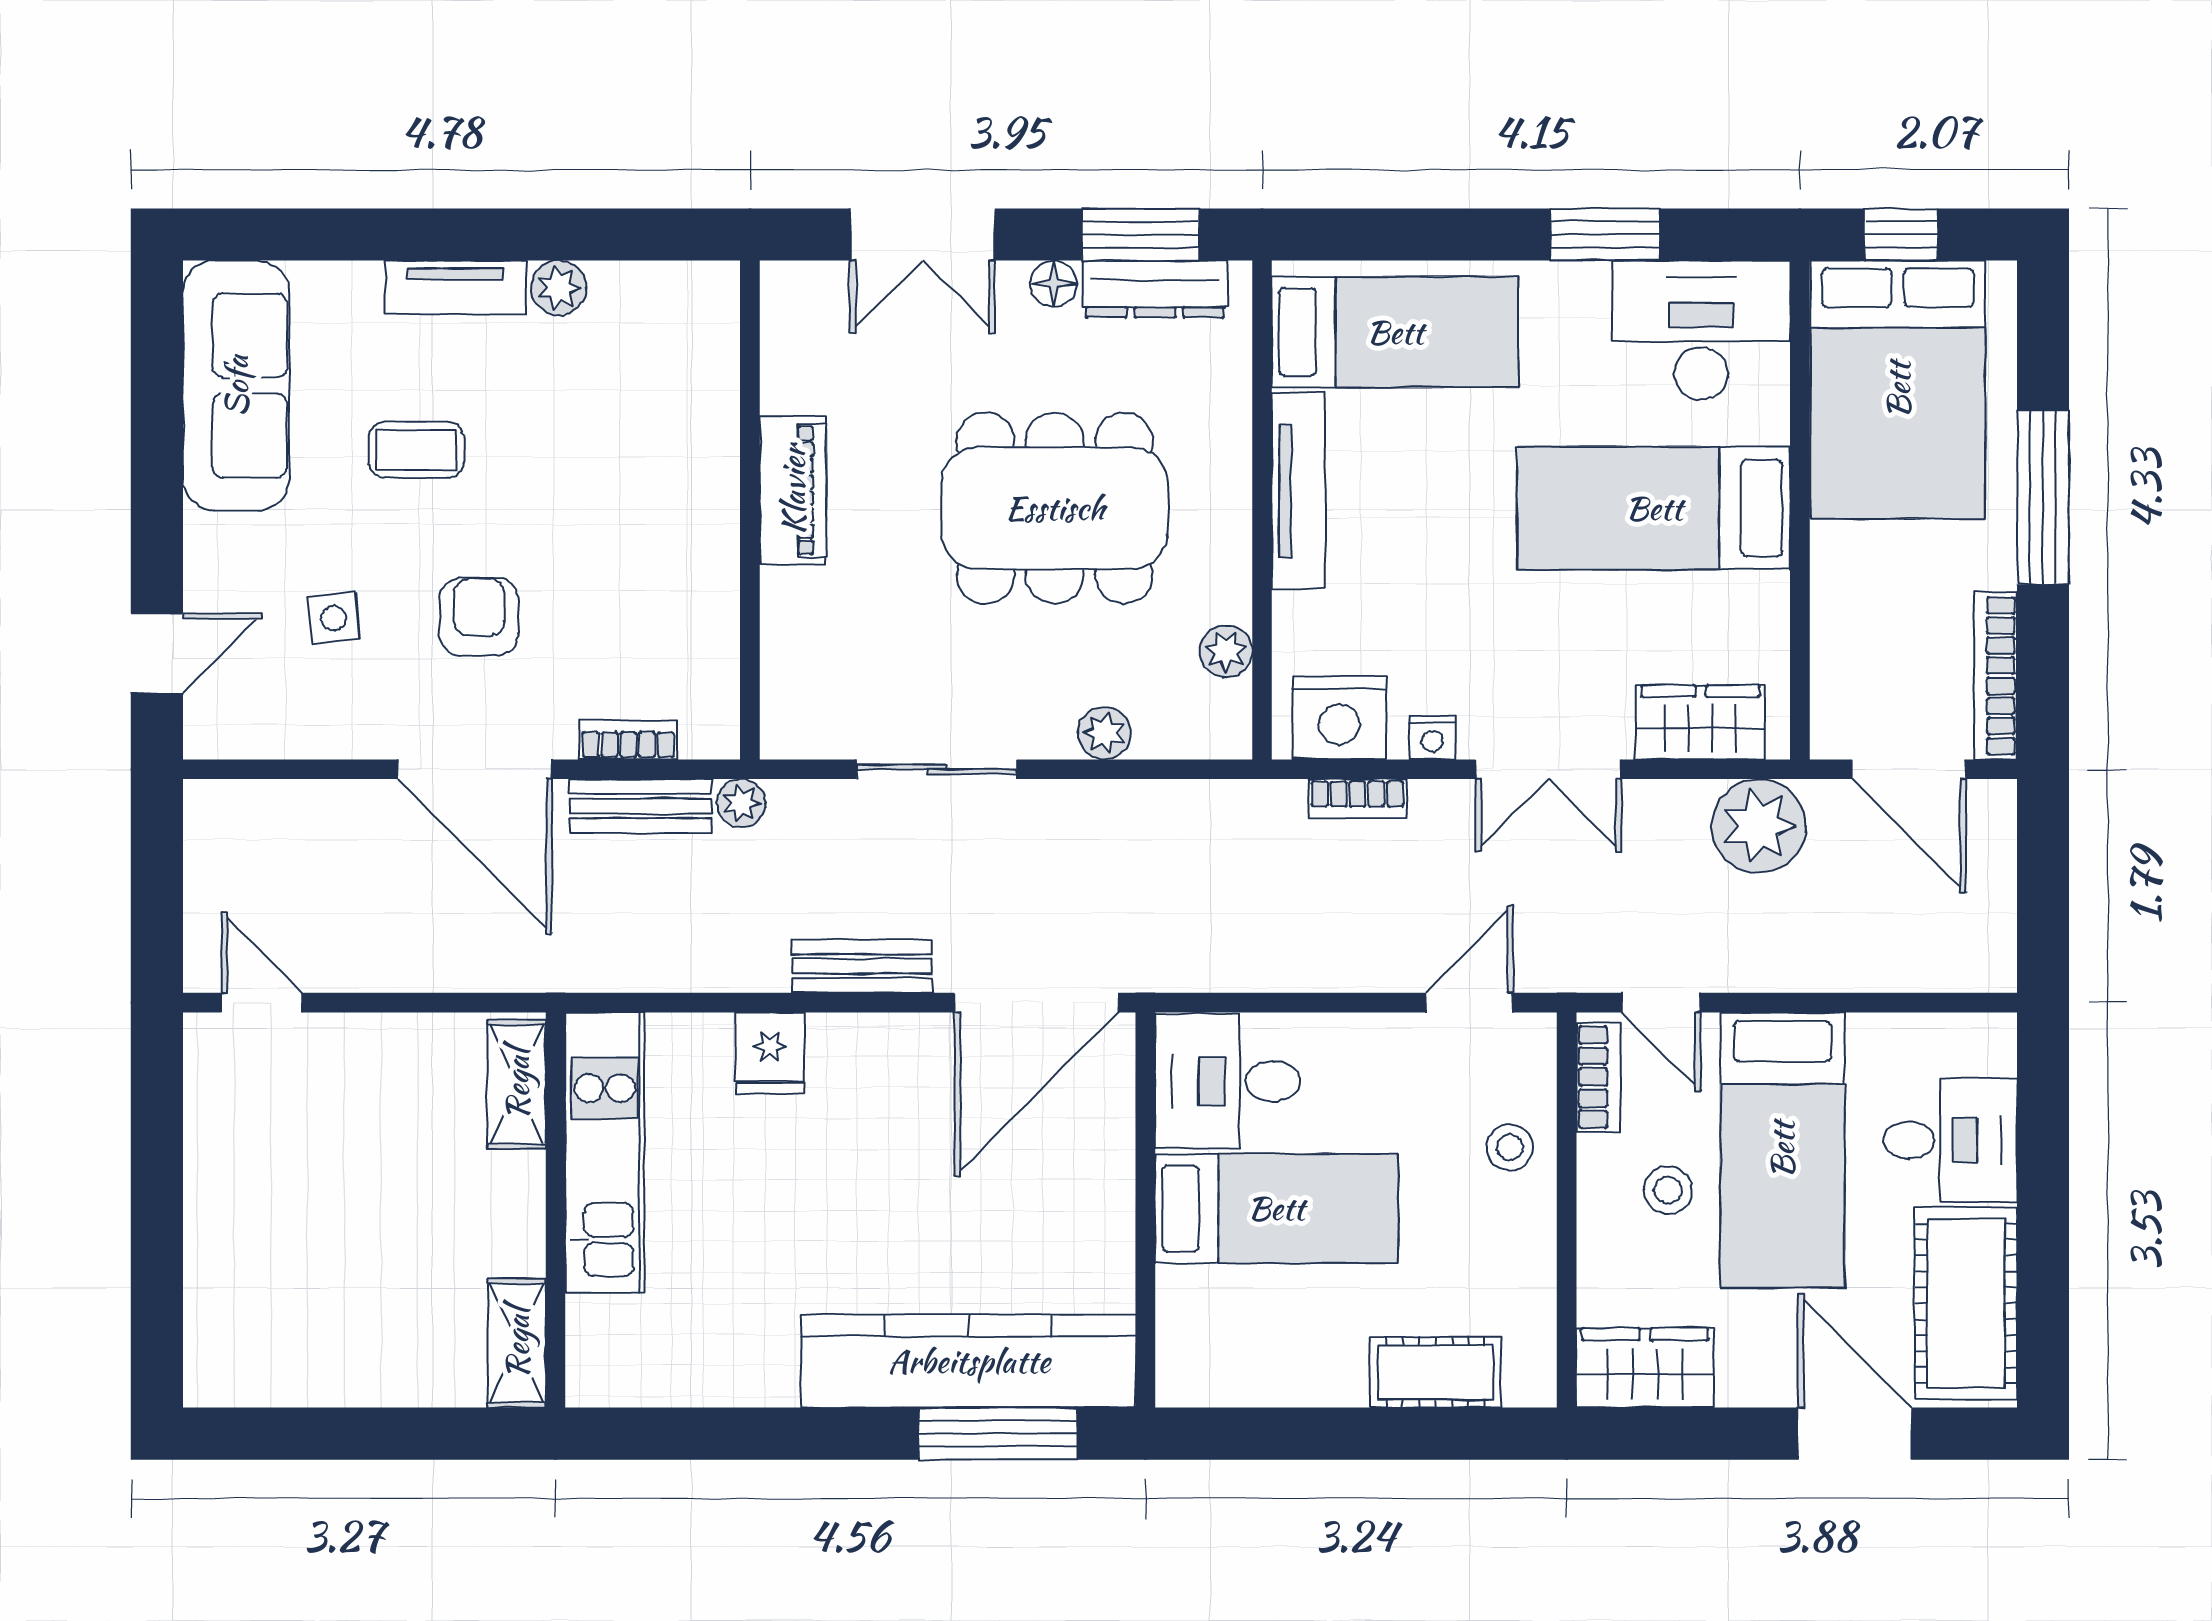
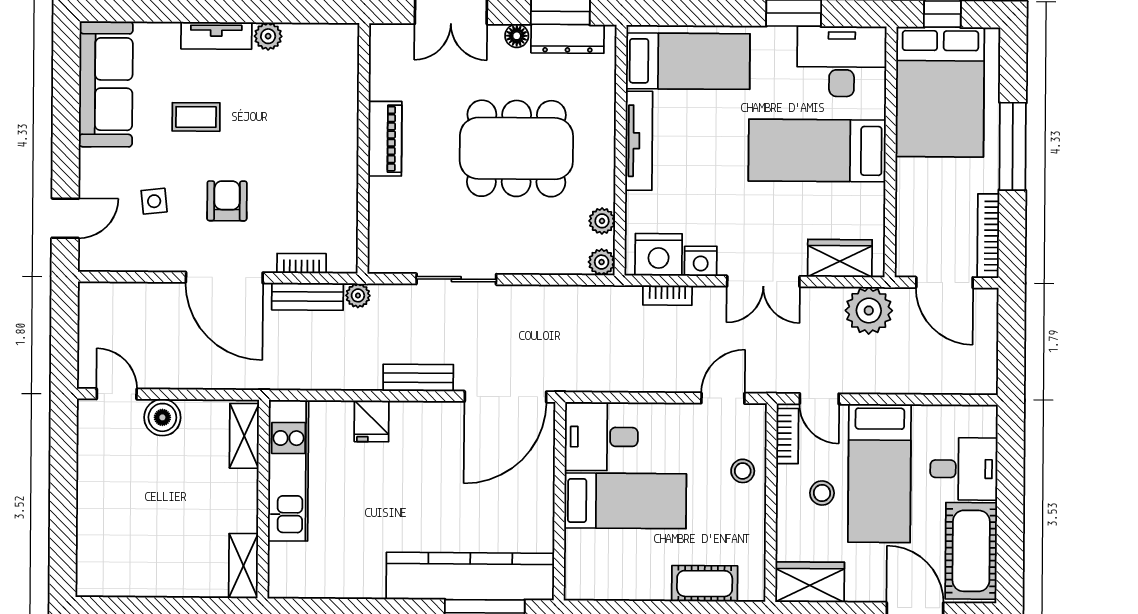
plant: (1104, 733) -> (602, 262), moved
nightstand: (1432, 738) -> (701, 261), width x1.39, depth x1.35
boiler: (353, 1049) -> (162, 417), added

